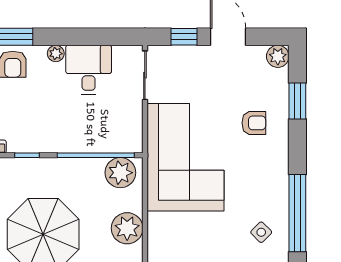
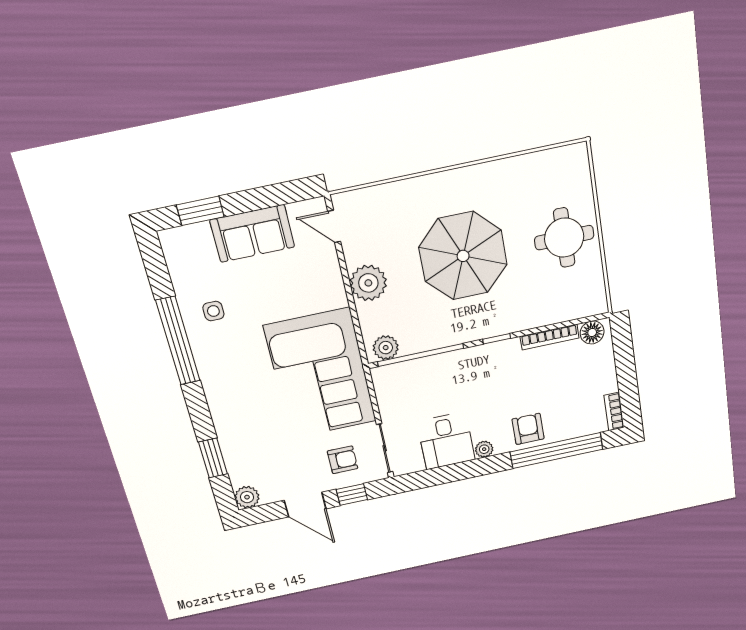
armchair: (254, 123) -> (343, 460), moved, turned 180
plant: (120, 173) -> (386, 348), width x0.73, depth x0.73
side table: (261, 232) -> (213, 311), turned 45

